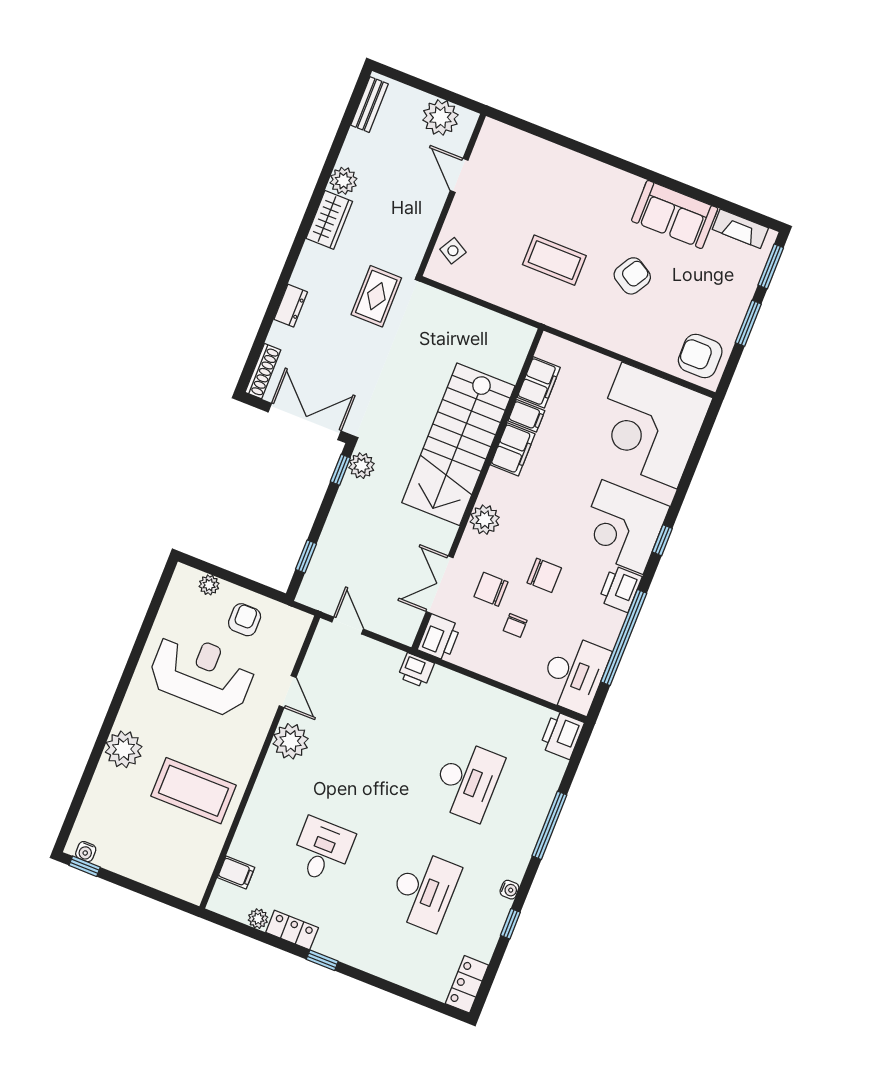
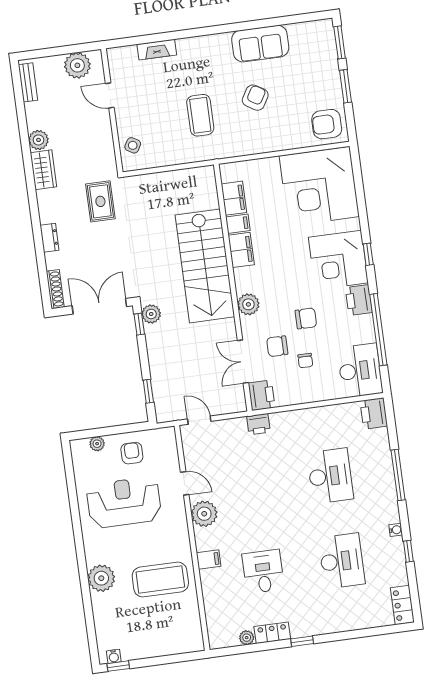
fireplace: (740, 229) -> (157, 50), moved
coffee table: (554, 260) -> (200, 115), turned 90
filing cabinet: (236, 872) -> (209, 560), moved

